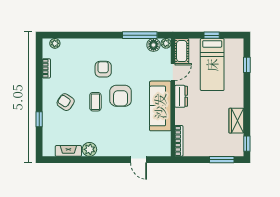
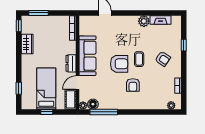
armchair: (121, 96) -> (119, 64), turned 90

